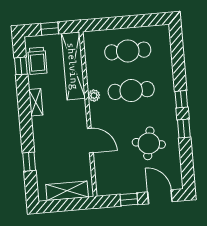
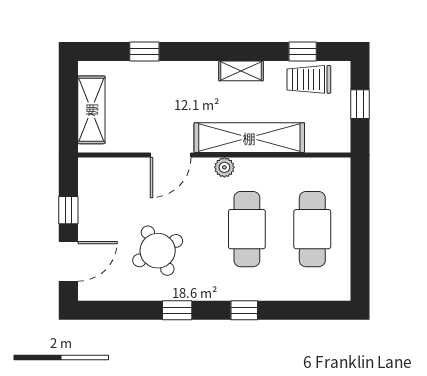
shelving: (73, 66) -> (249, 138), moved
plant: (94, 95) -> (224, 167), moved
window: (181, 99) -> (244, 310), moved
round table: (149, 143) -> (158, 251), turned -38

